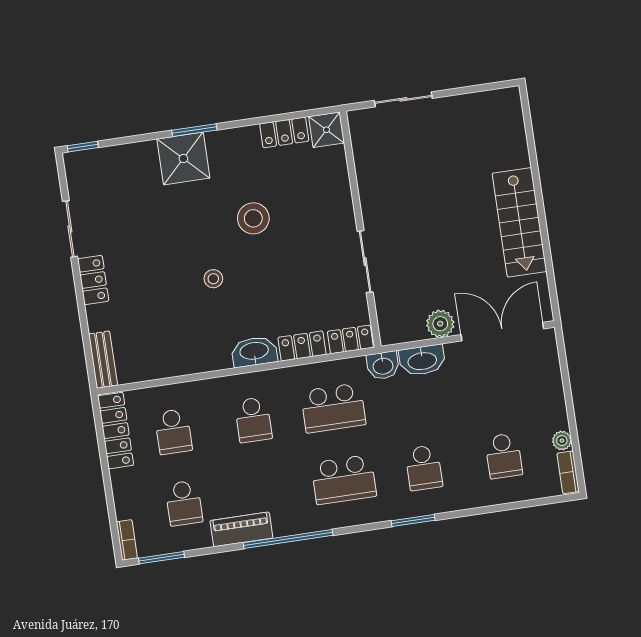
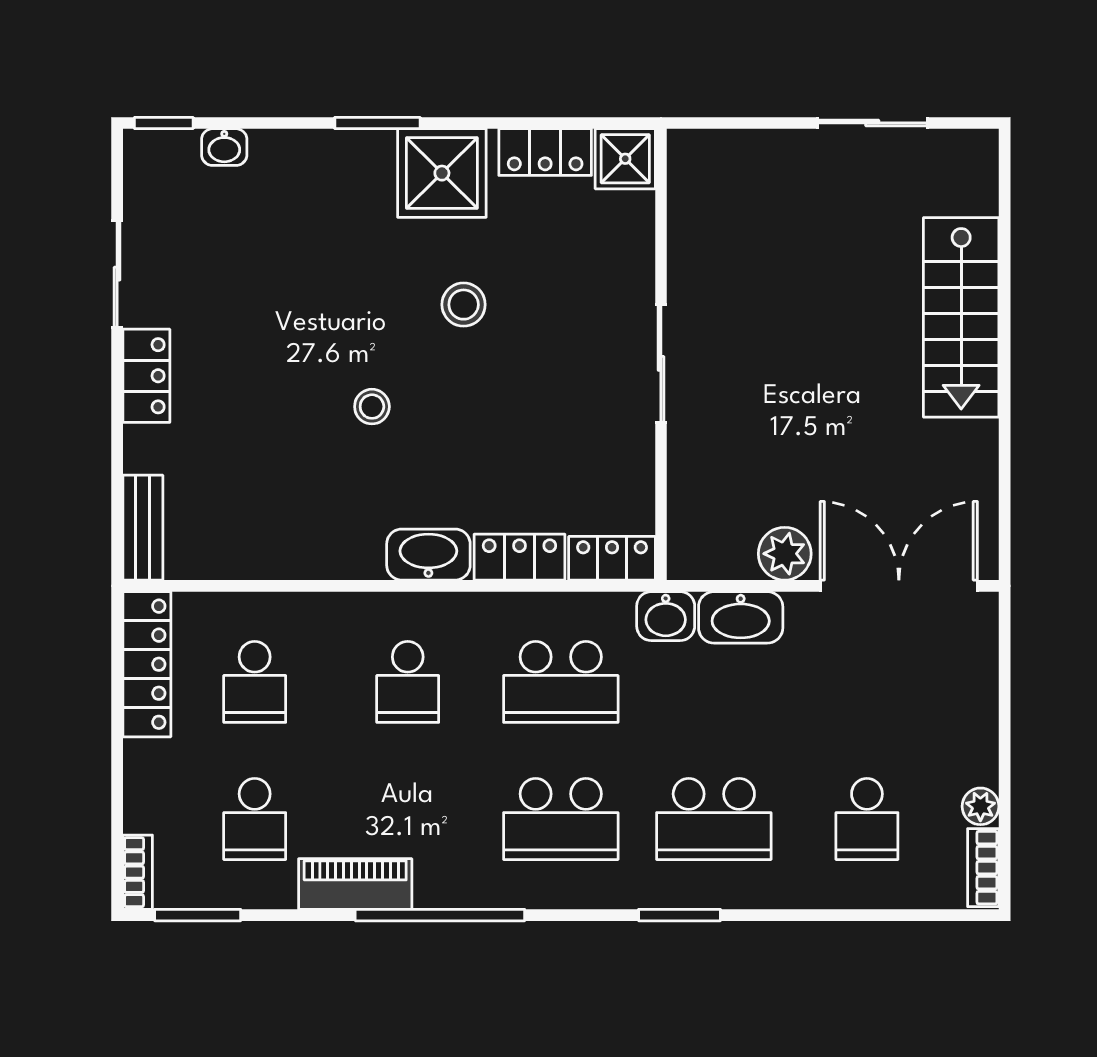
sliding door: (403, 99) -> (872, 123), moved
washbasin: (116, 155) -> (224, 147), added
shower: (183, 159) -> (442, 173), moved
stool: (253, 218) -> (464, 305), width x0.73, depth x0.73
stairs: (519, 222) -> (961, 317), moved
sliding door: (365, 262) -> (661, 363), moved
school desk: (424, 468) -> (714, 819), width x1.85

